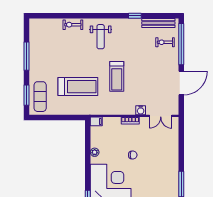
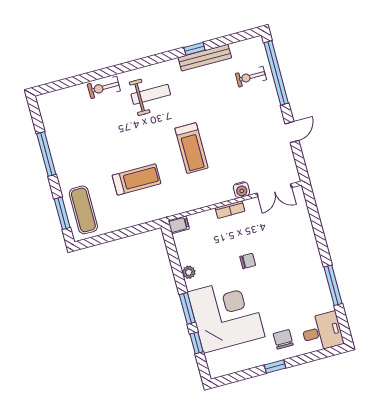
bench: (158, 23) -> (205, 58), moved
weight bench: (101, 37) -> (151, 94), turned -90
door: (181, 83) -> (292, 132), width x0.53
treadmill: (78, 87) -> (136, 179), width x0.73, depth x0.73
window: (88, 174) -> (187, 308), added

